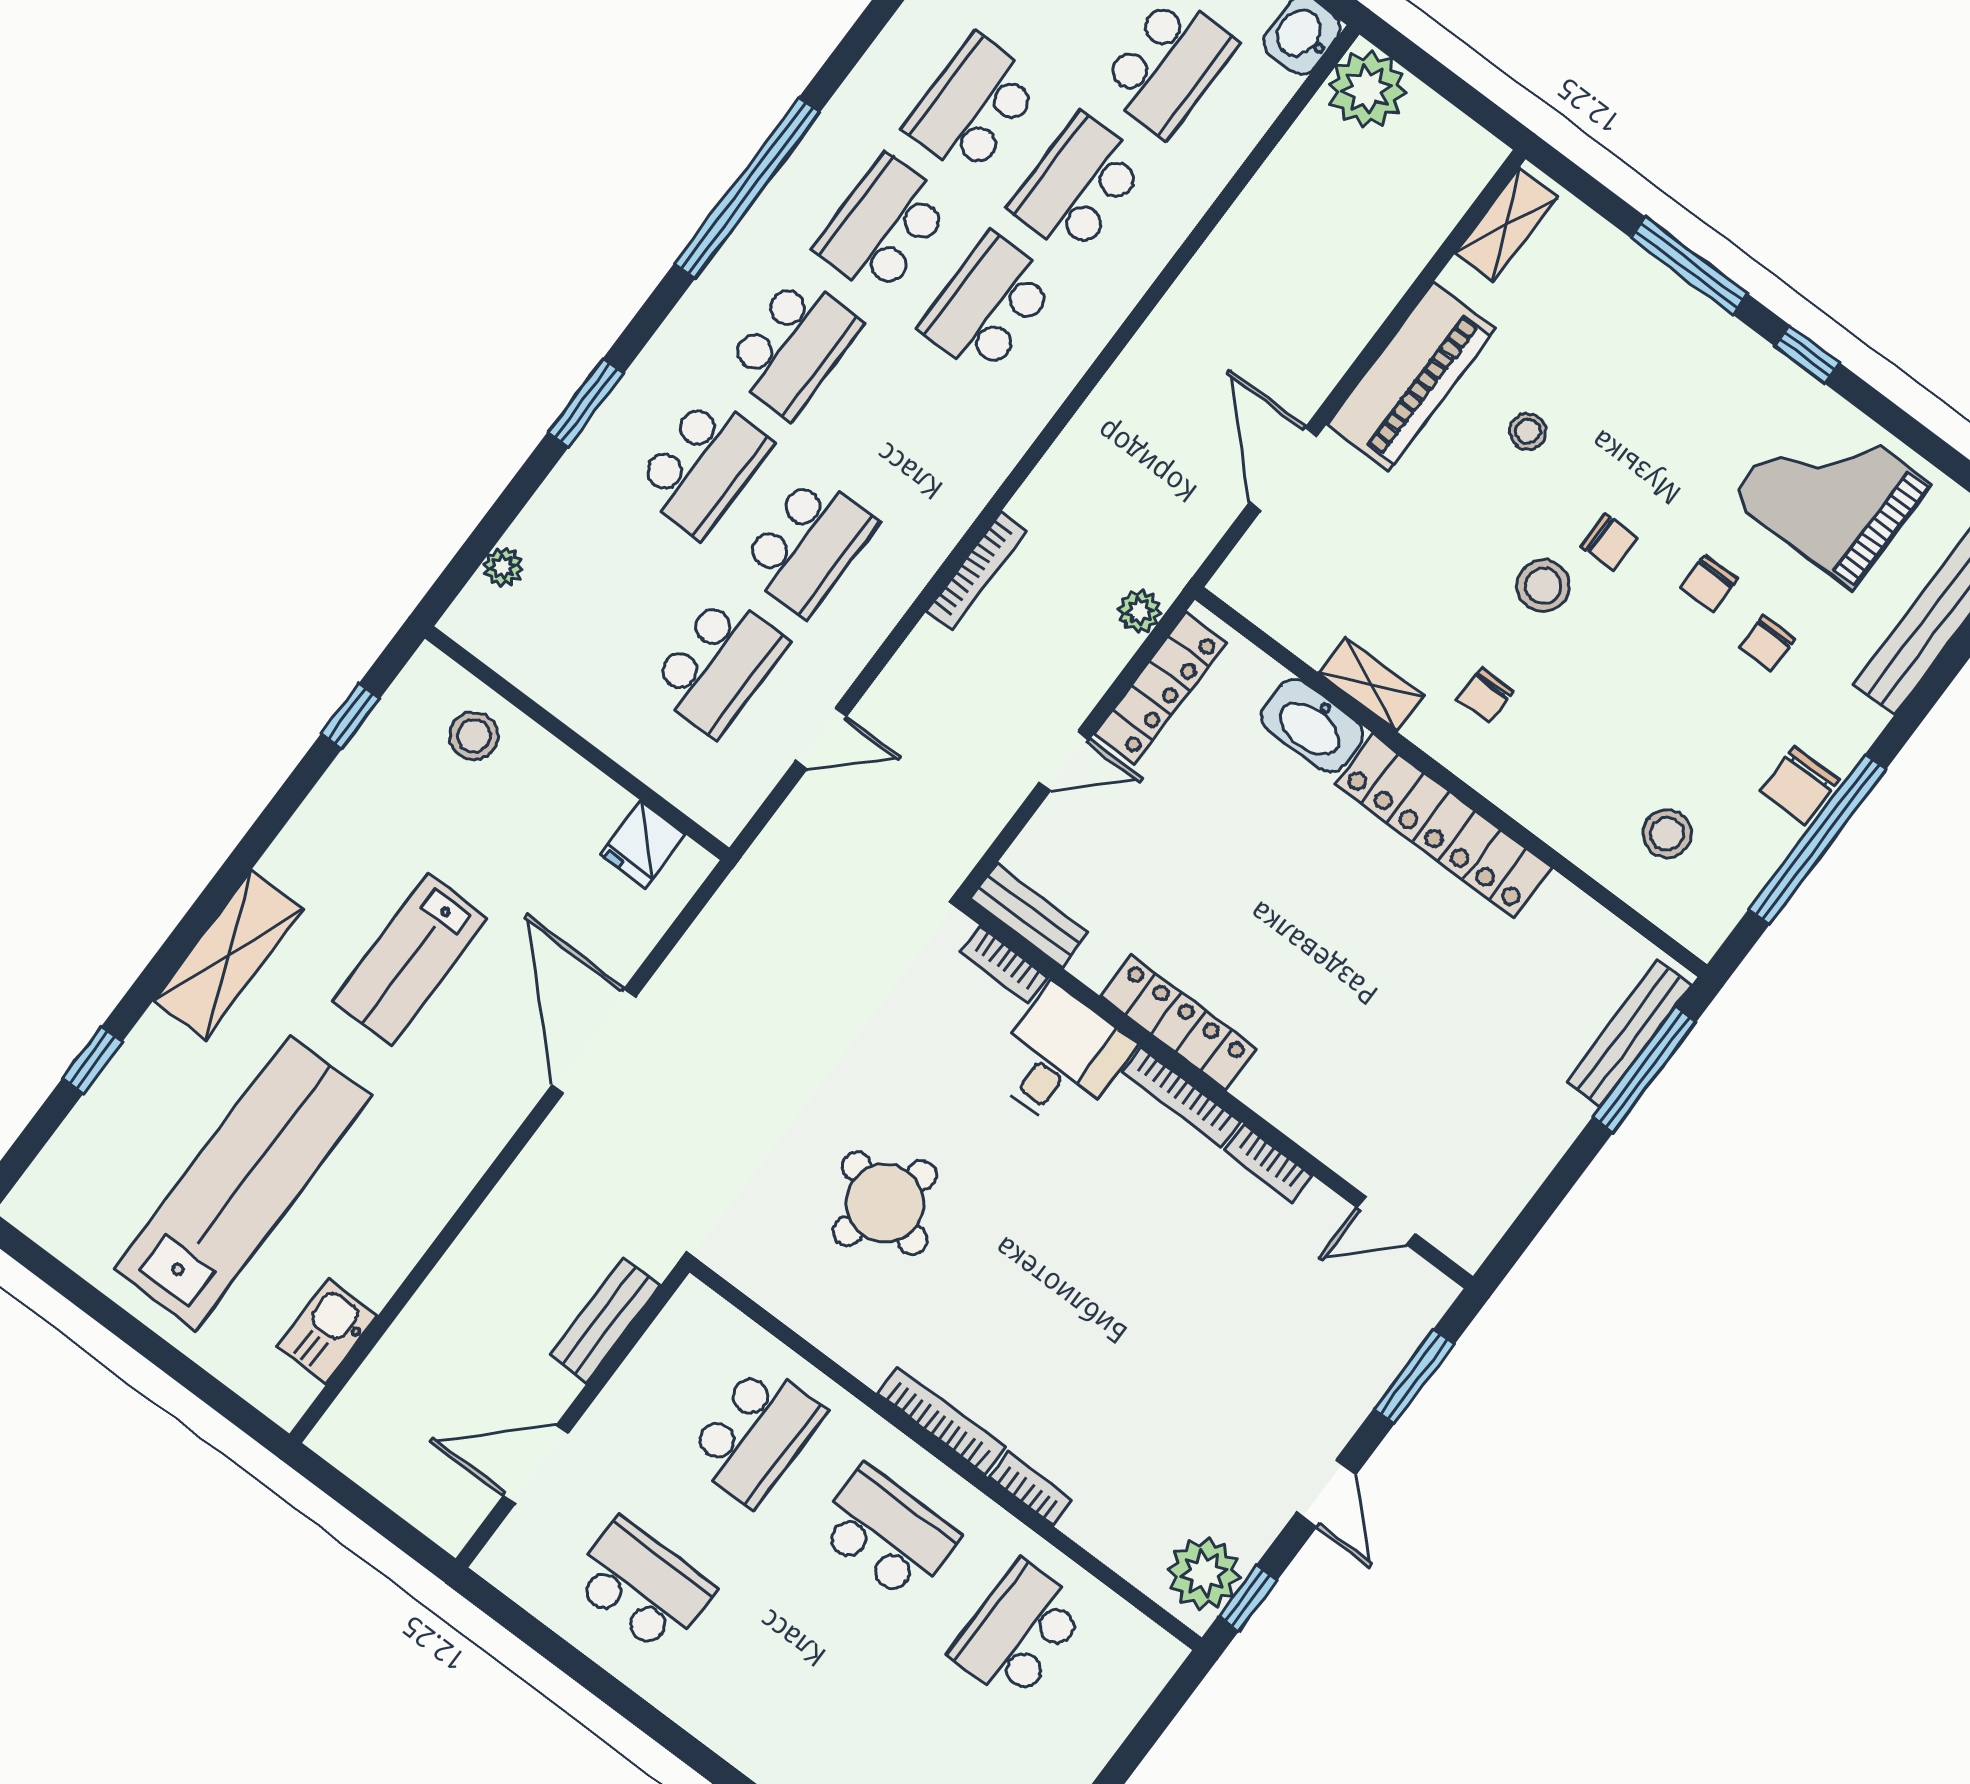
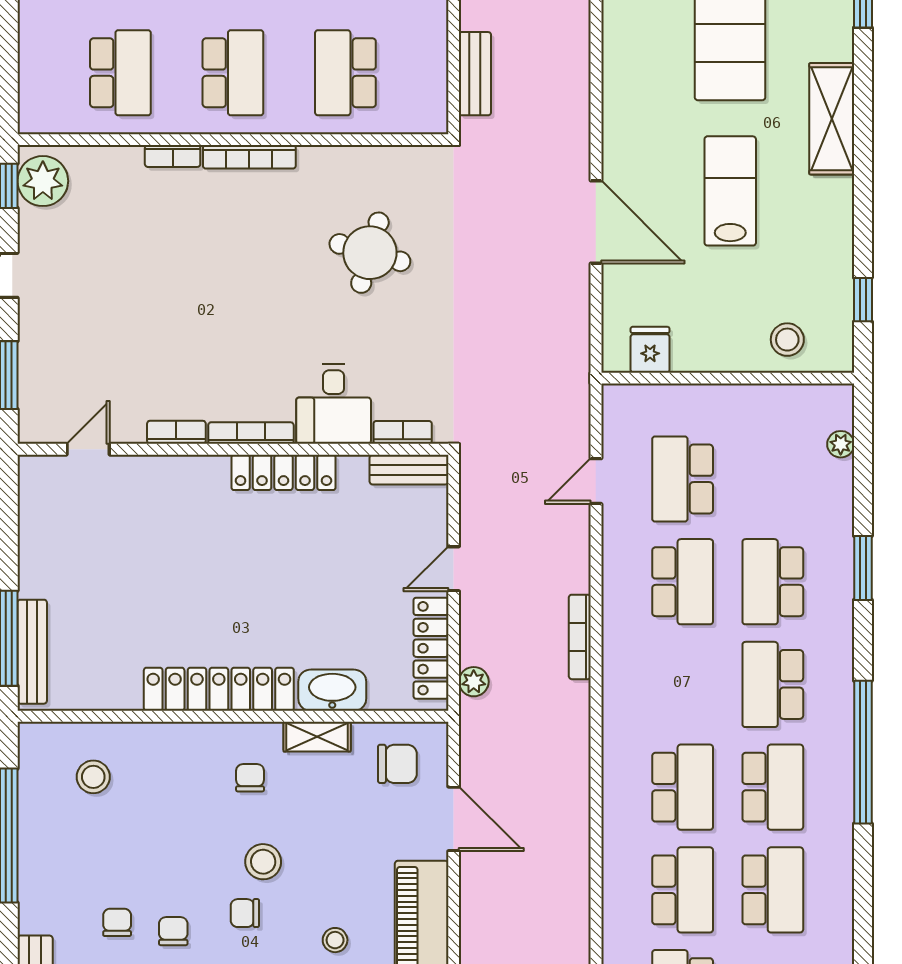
school desk: (808, 545) -> (683, 582), turned 180
chair: (1799, 785) -> (397, 764), moved, turned 90
school desk: (887, 1533) -> (233, 73), turned -90

